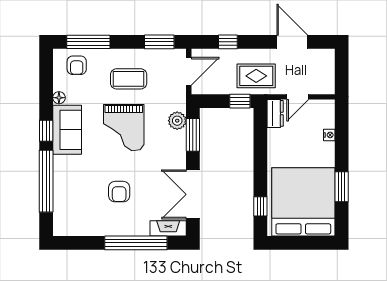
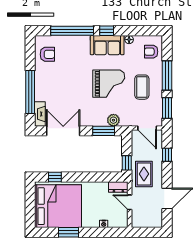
window: (88, 42) -> (167, 75), moved
grand piano: (124, 128) -> (109, 84), turned 180
armchair: (119, 192) -> (47, 54), moved, turned 180

